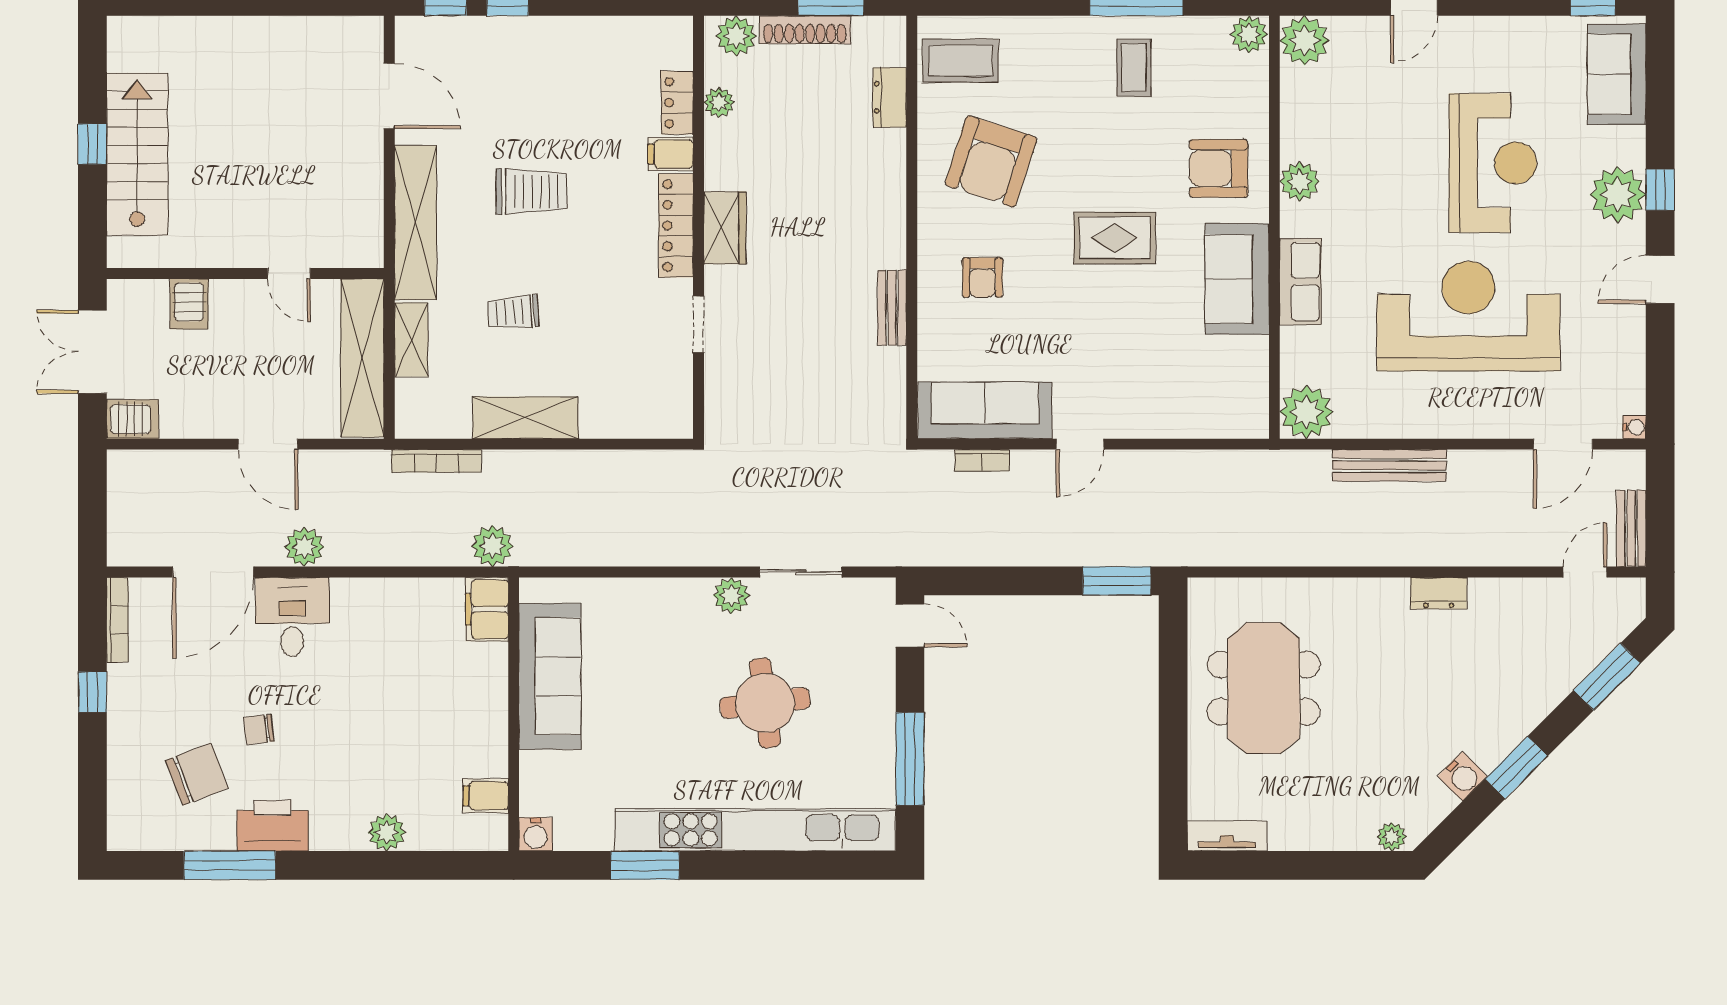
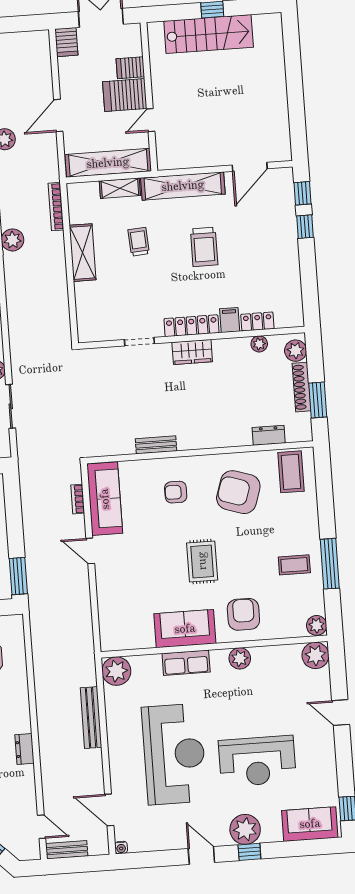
server rack: (239, 318) -> (125, 95), added

